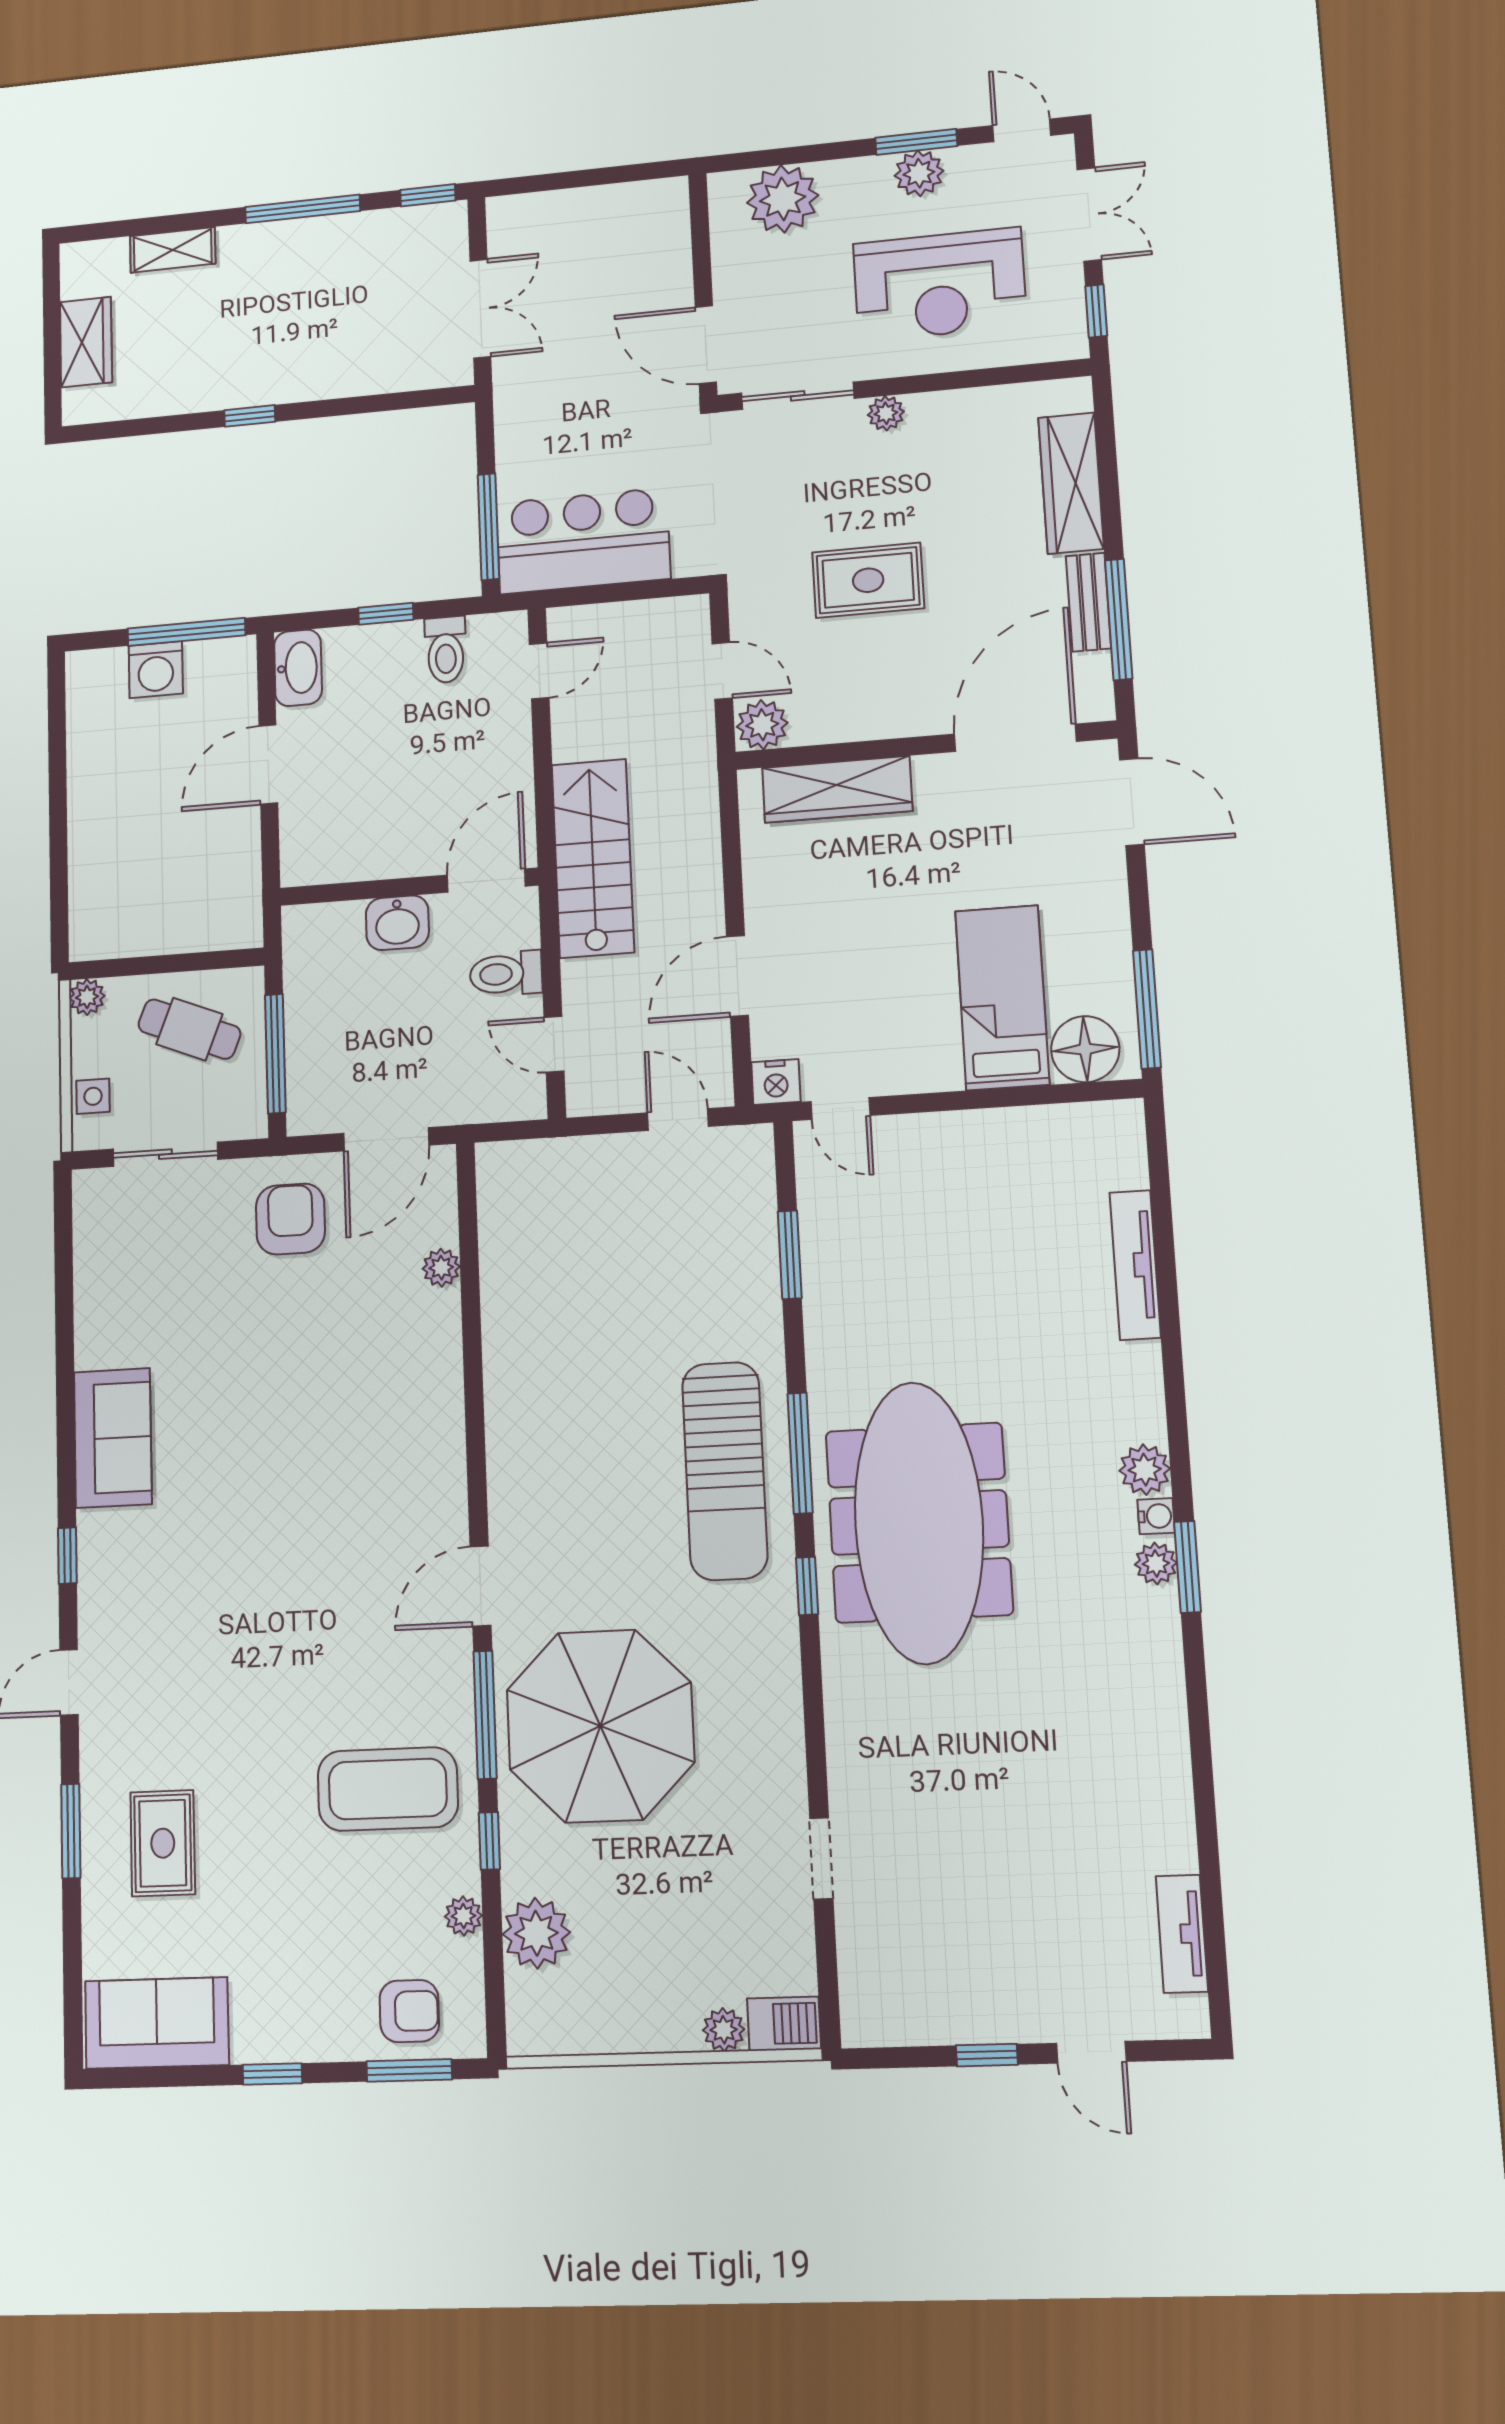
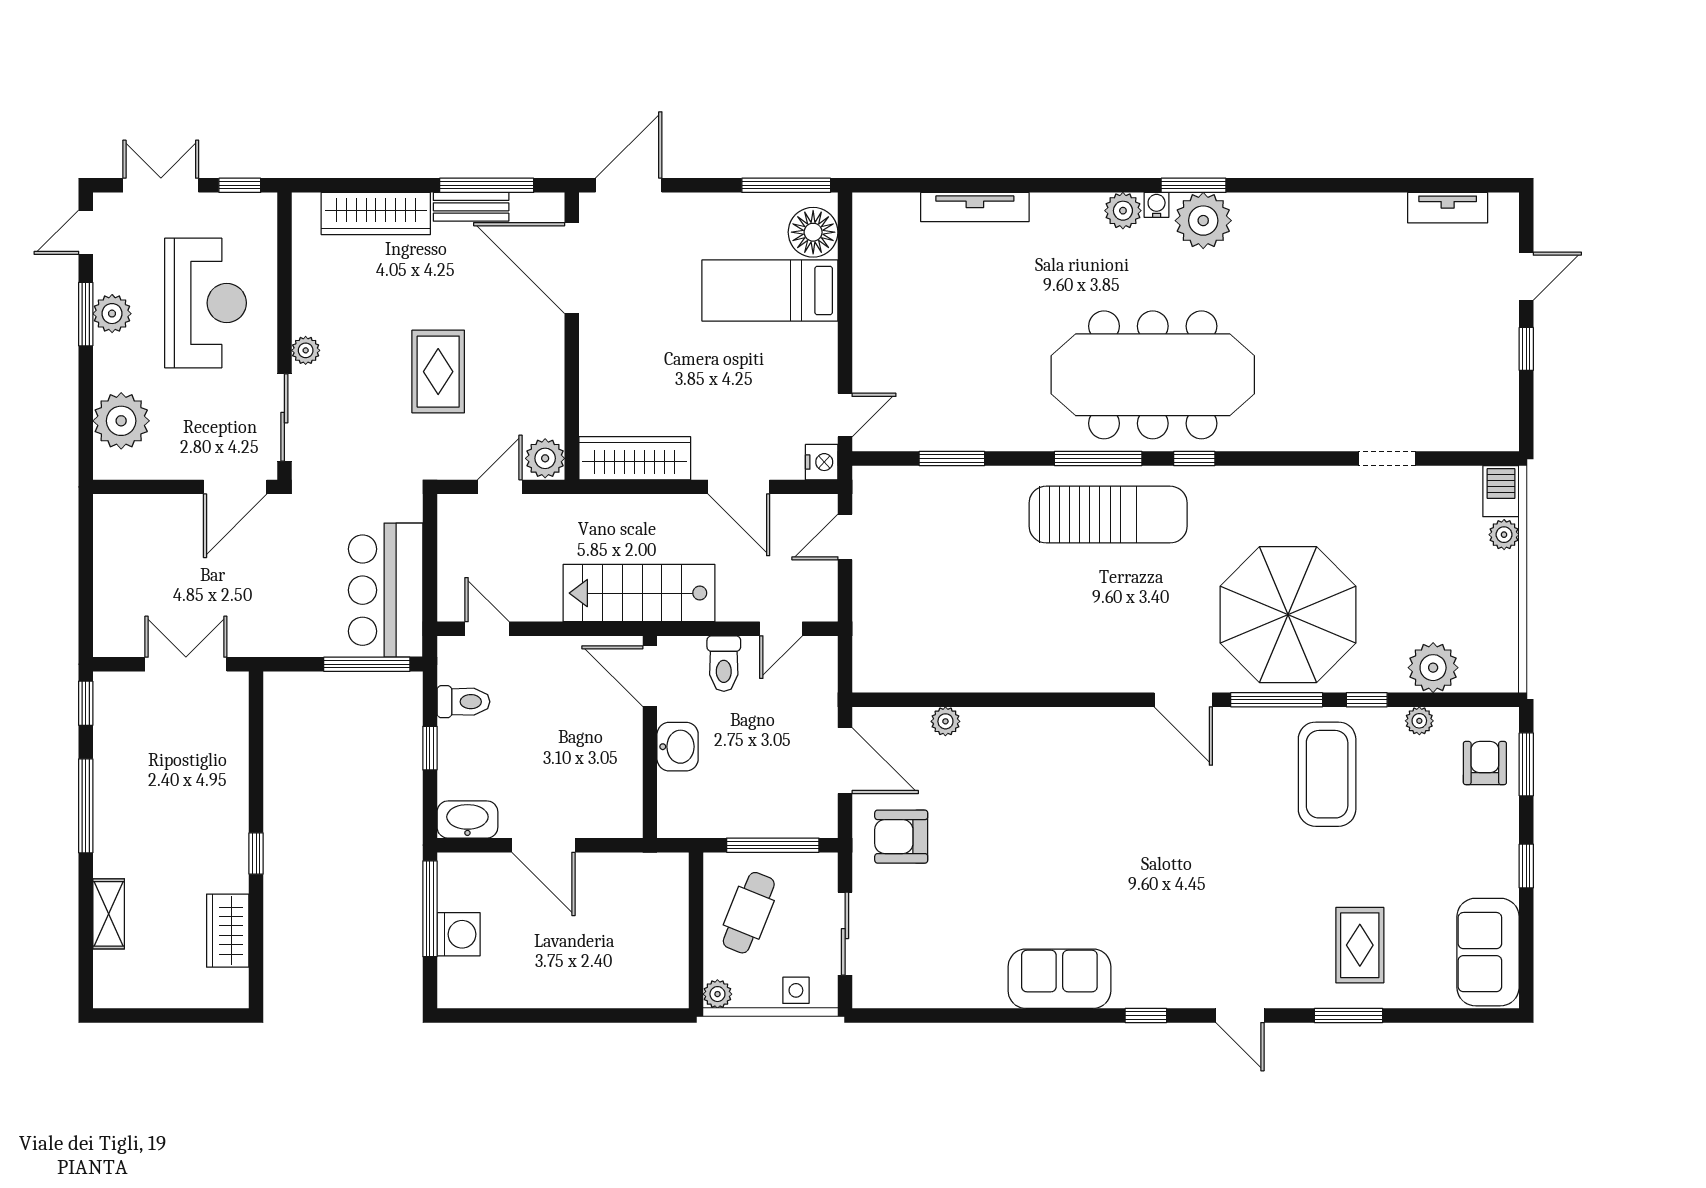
wardrobe: (86, 342) -> (228, 931), moved, turned -90
wardrobe: (837, 789) -> (635, 458), moved, turned -90
plant: (1156, 1564) -> (1203, 221), width x1.88, depth x1.88
rug: (163, 1843) -> (1360, 945), turned 90

